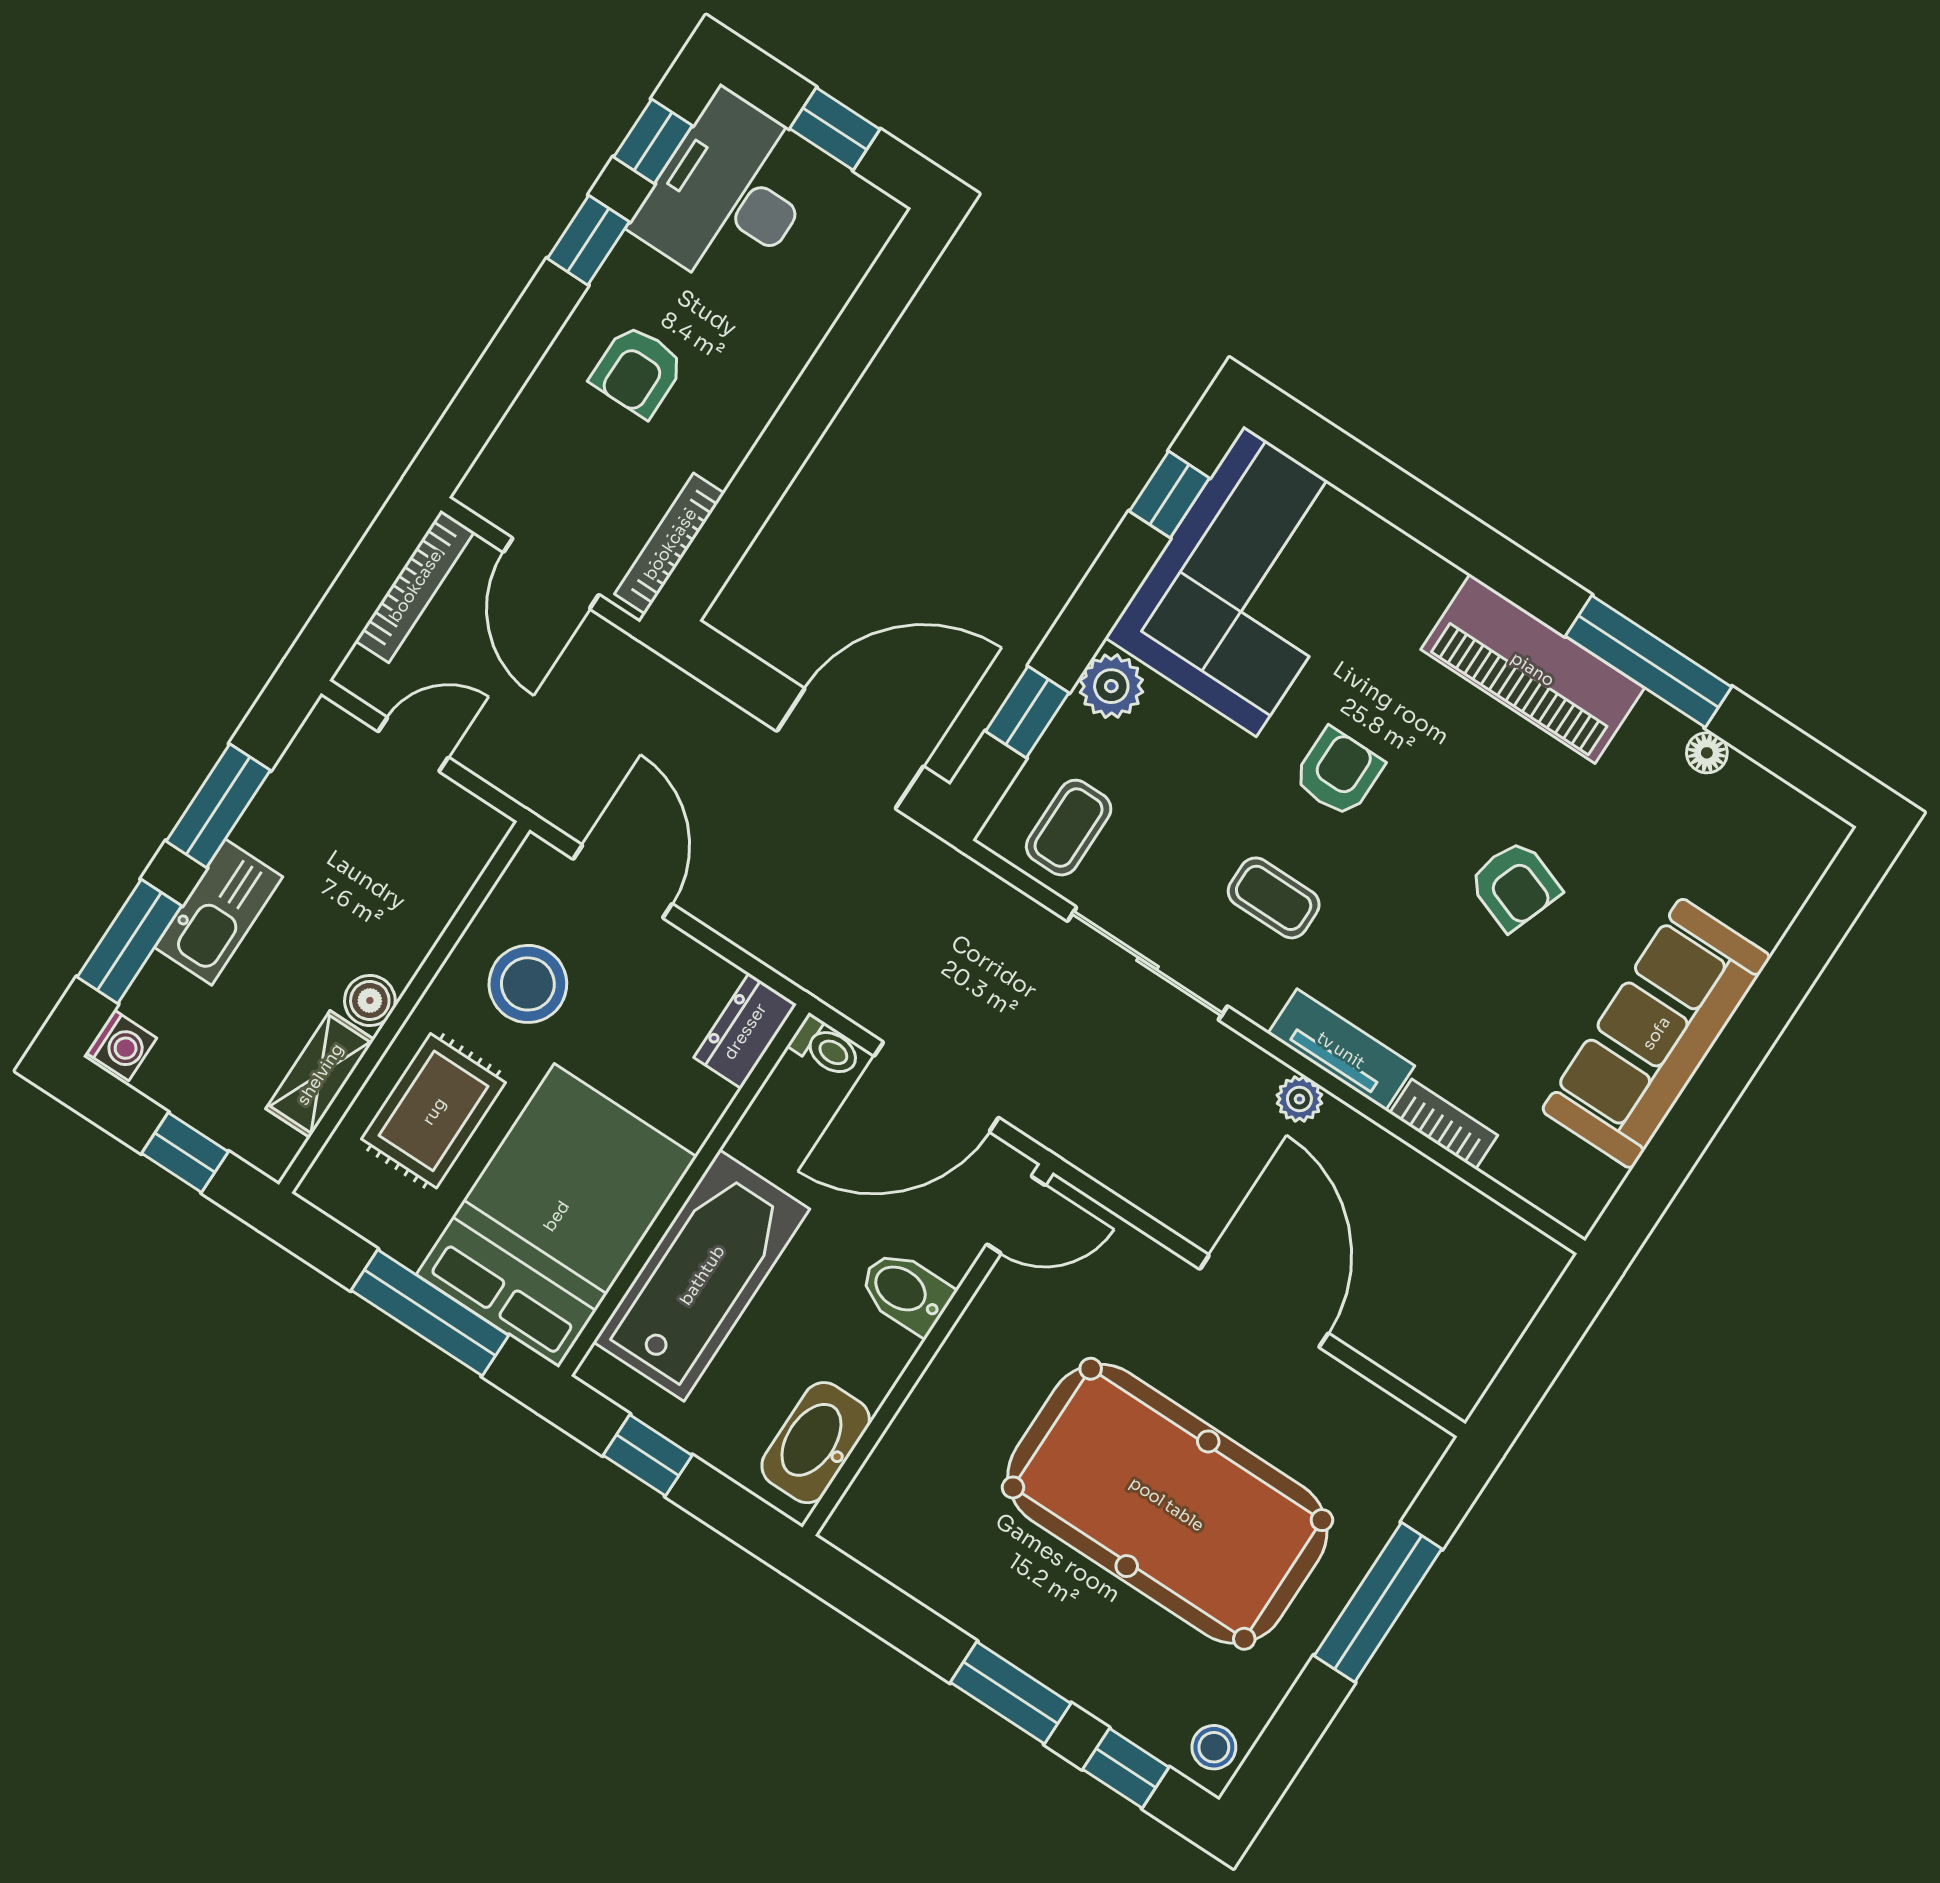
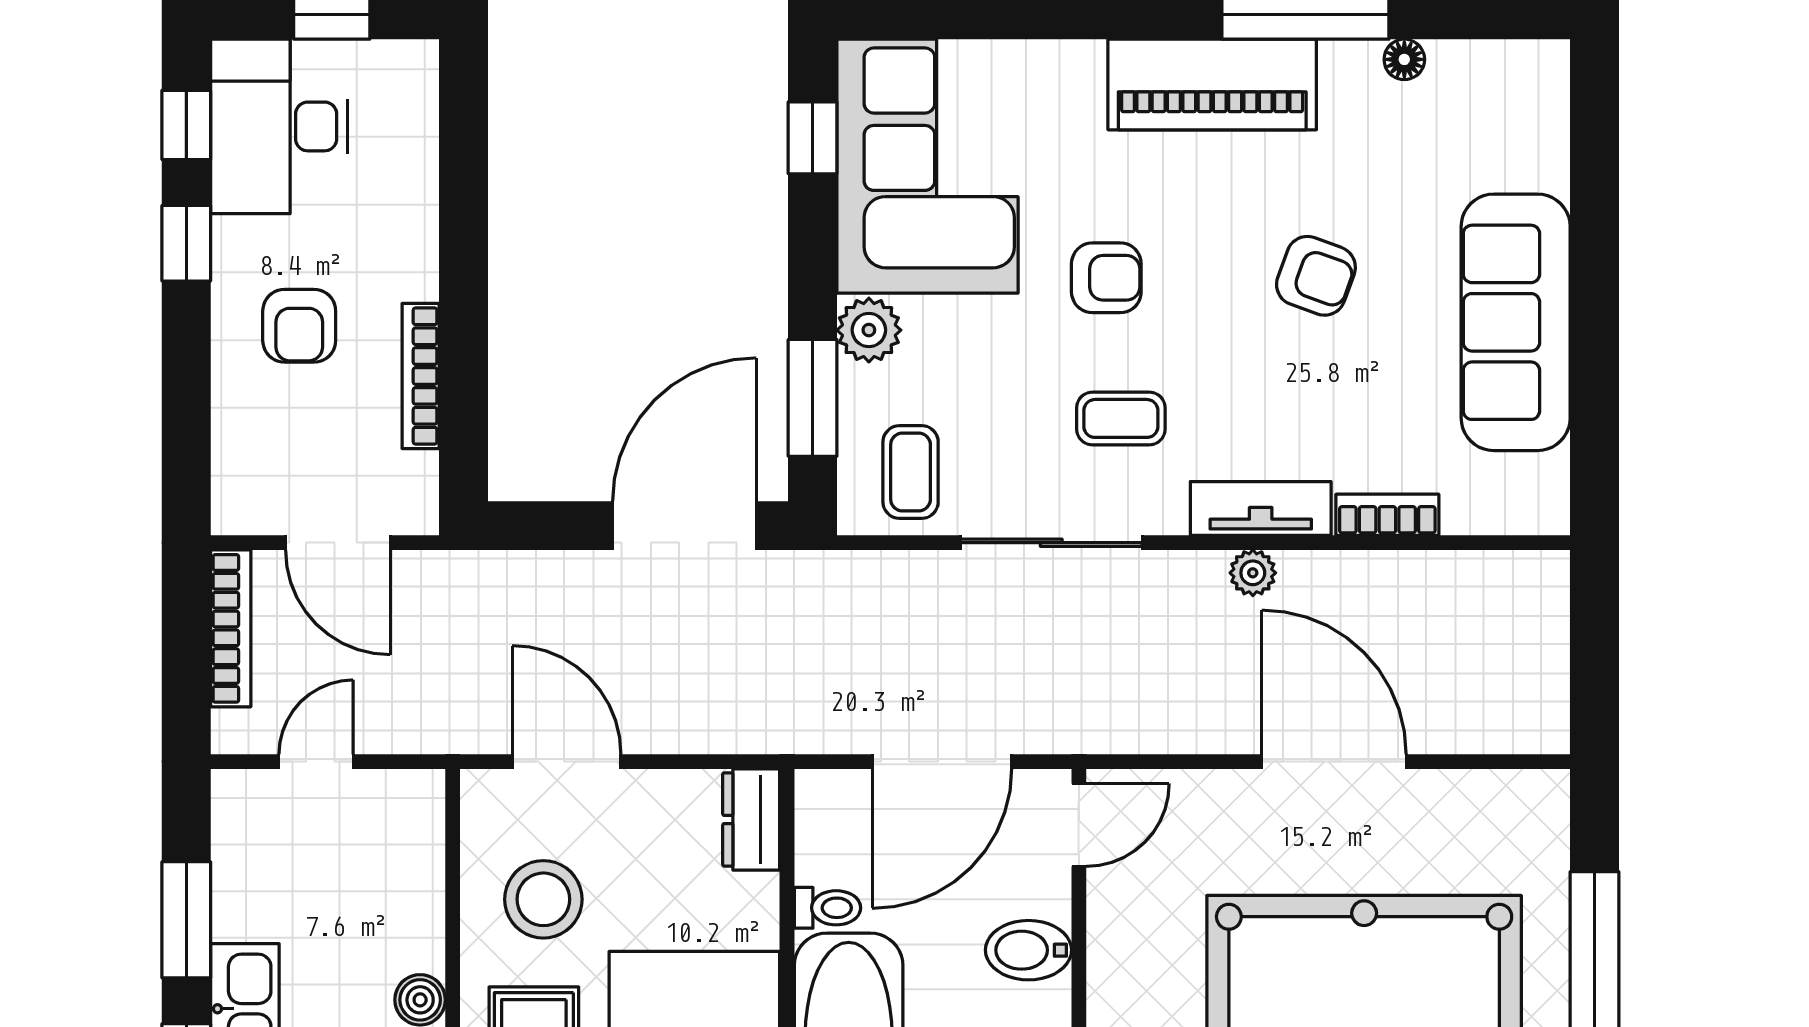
bookcase: (670, 544) -> (421, 376), moved
window: (1027, 712) -> (813, 398), width x1.50
armchair: (1338, 772) -> (1106, 278), turned 90
toilet: (826, 1047) -> (828, 908), moved

